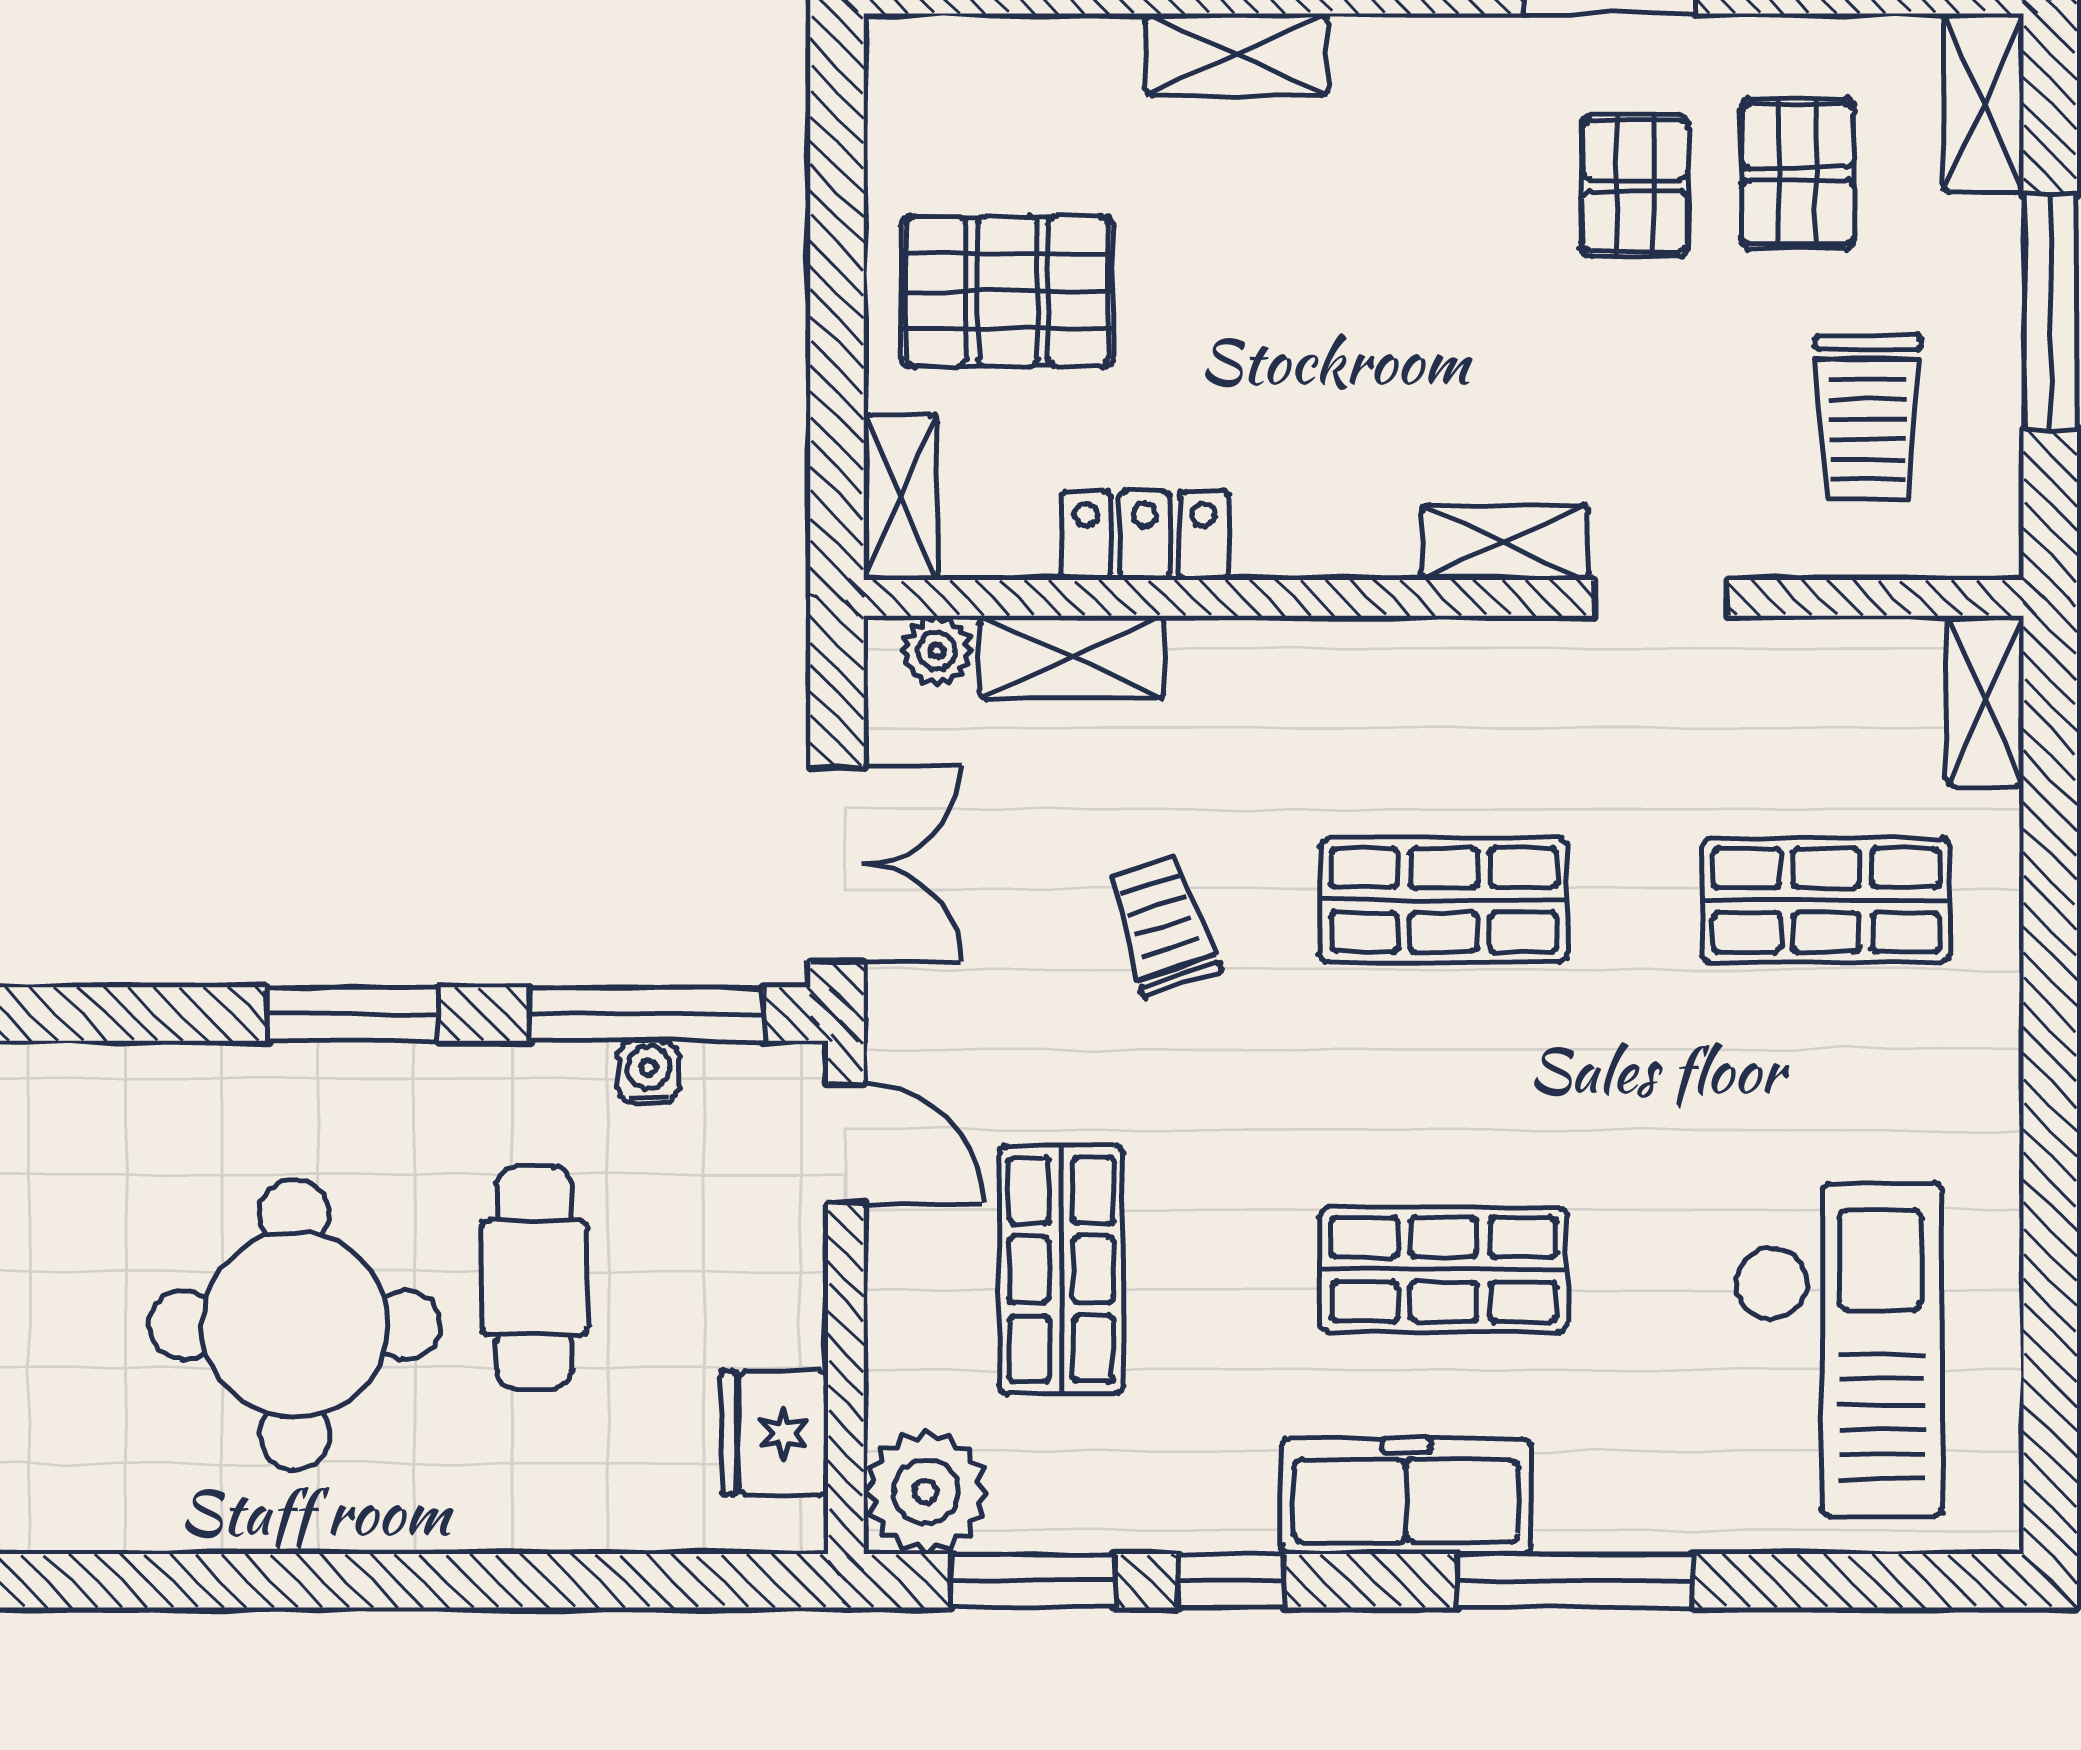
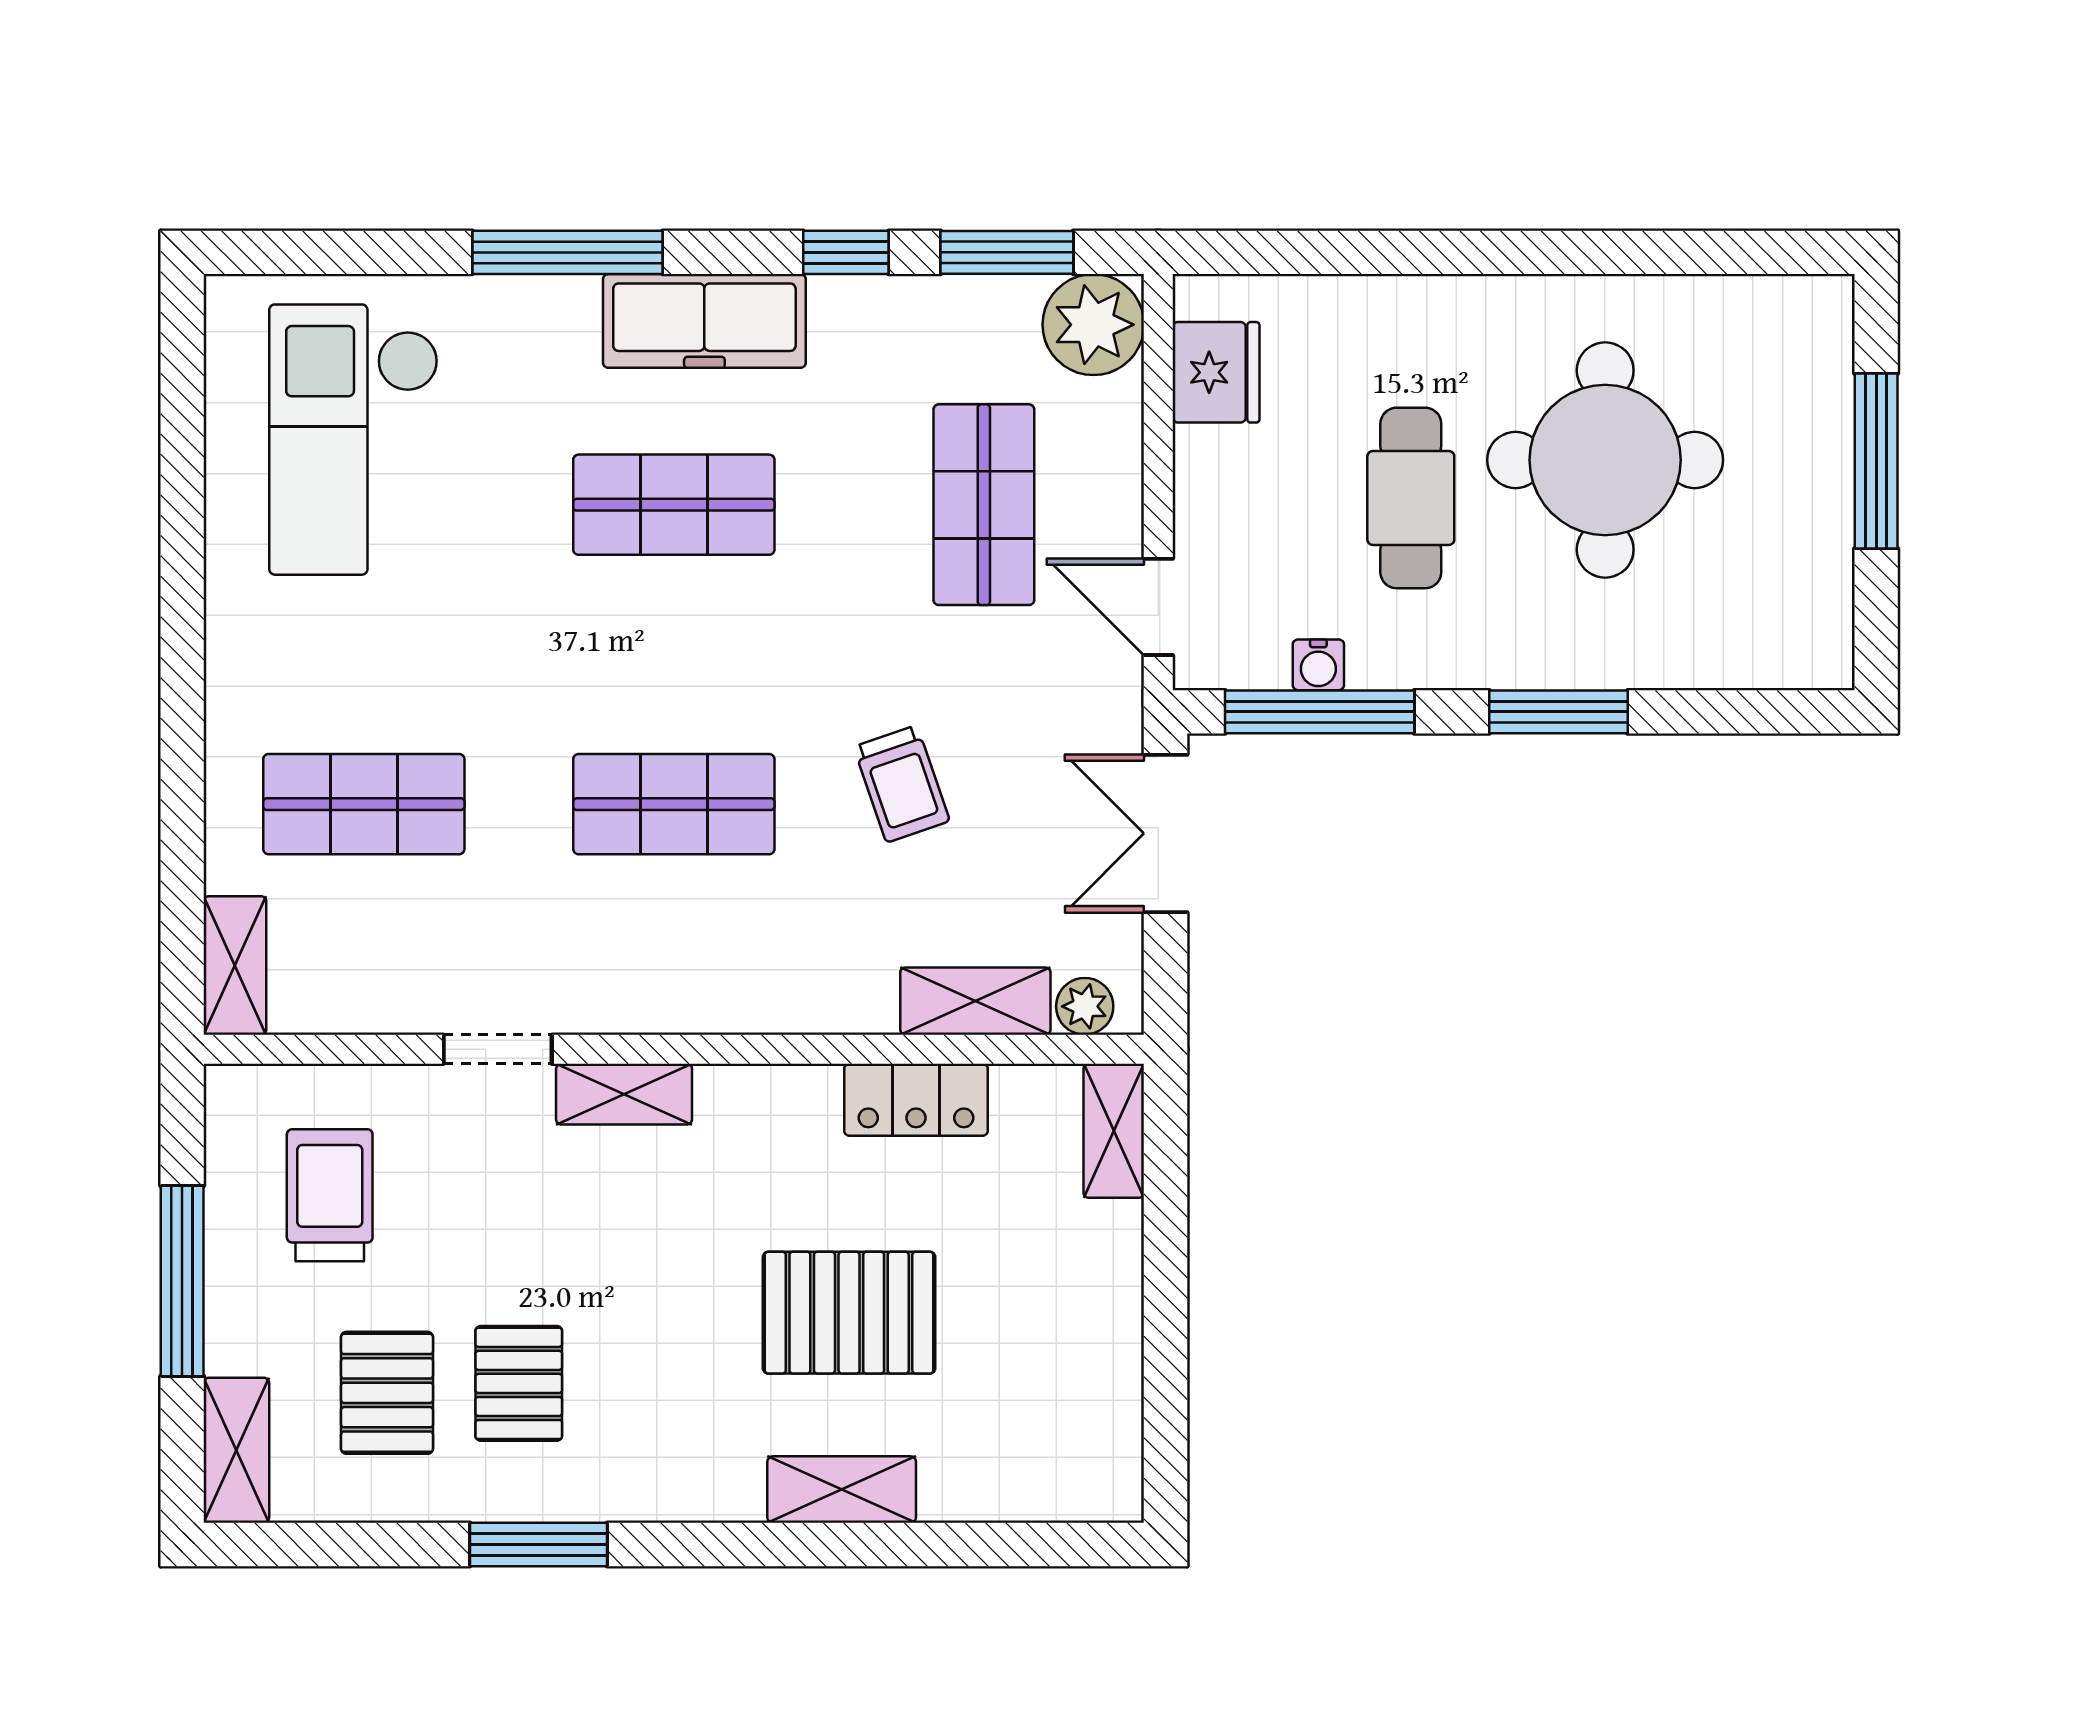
pallet: (1007, 291) -> (849, 1313), moved

